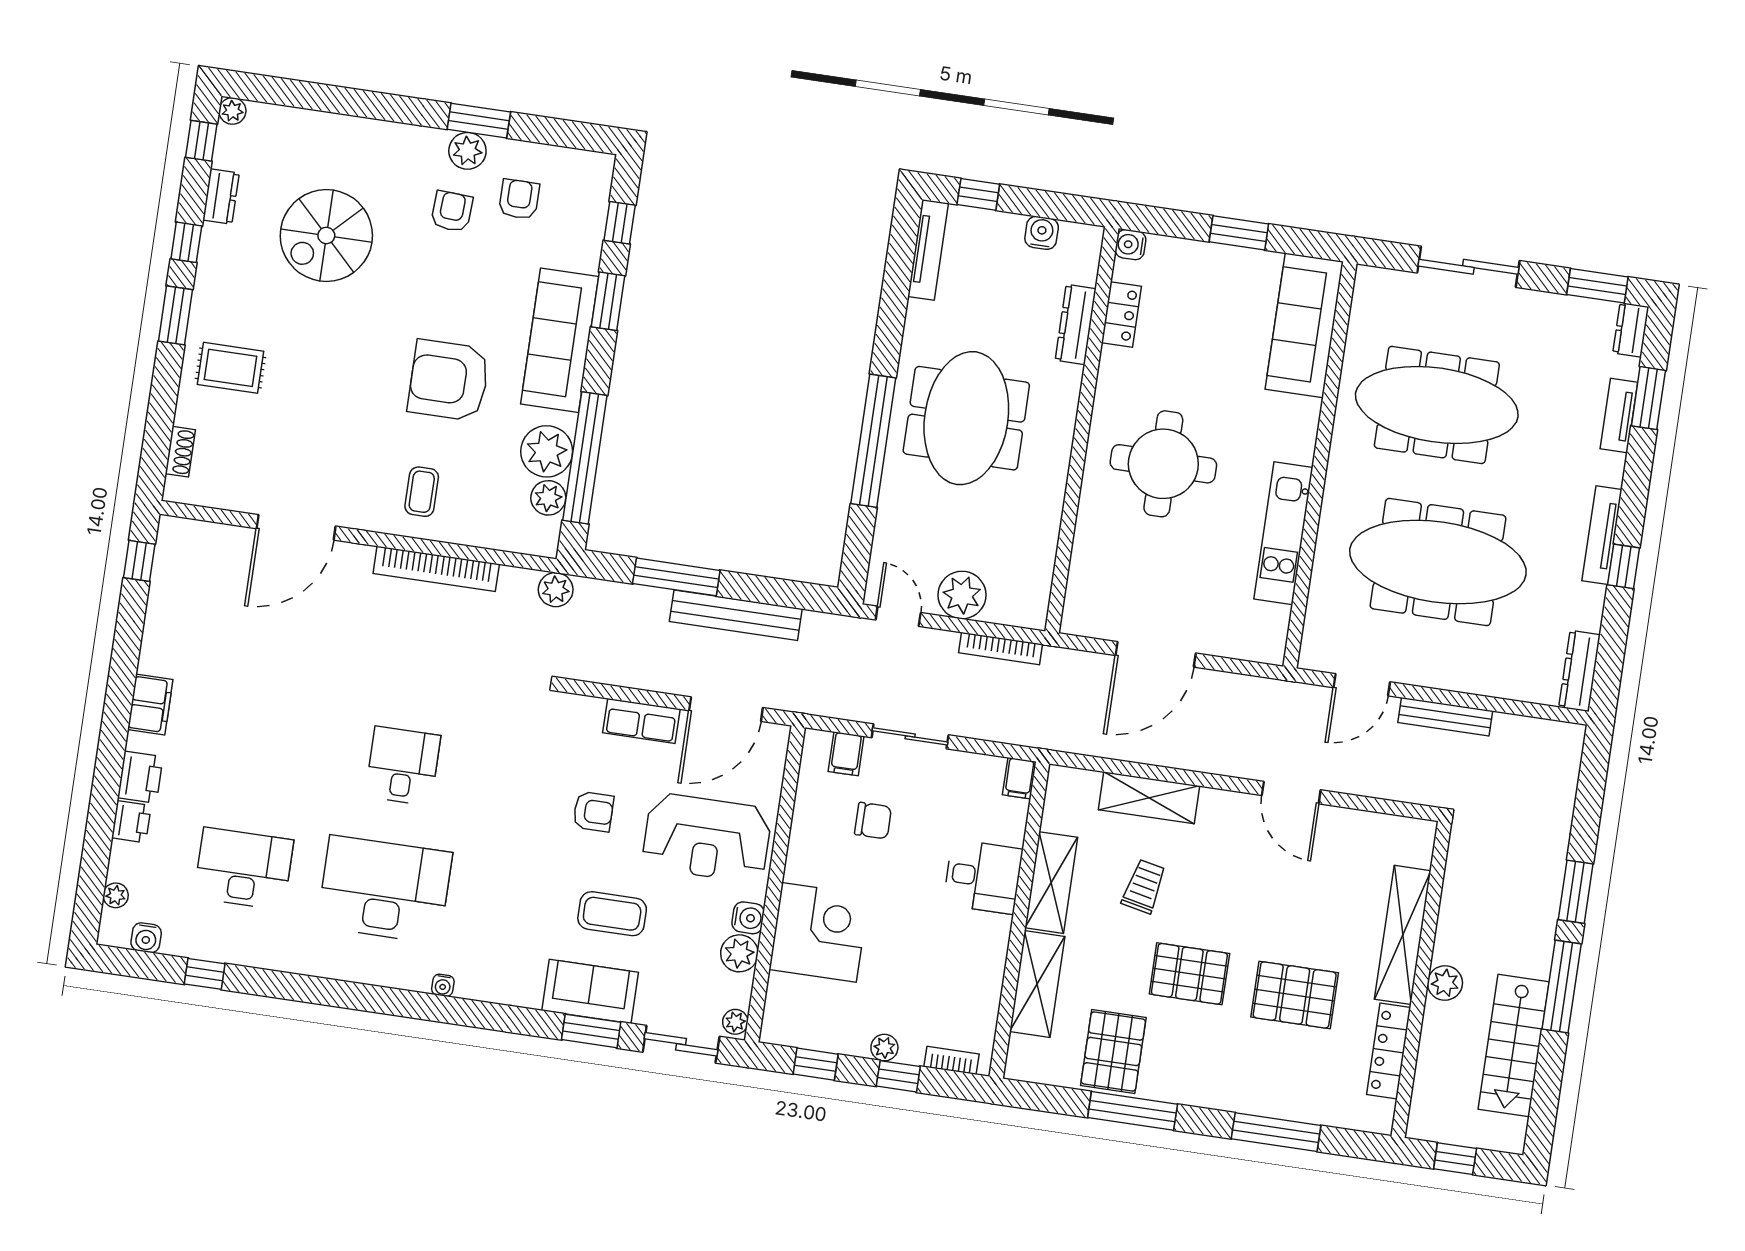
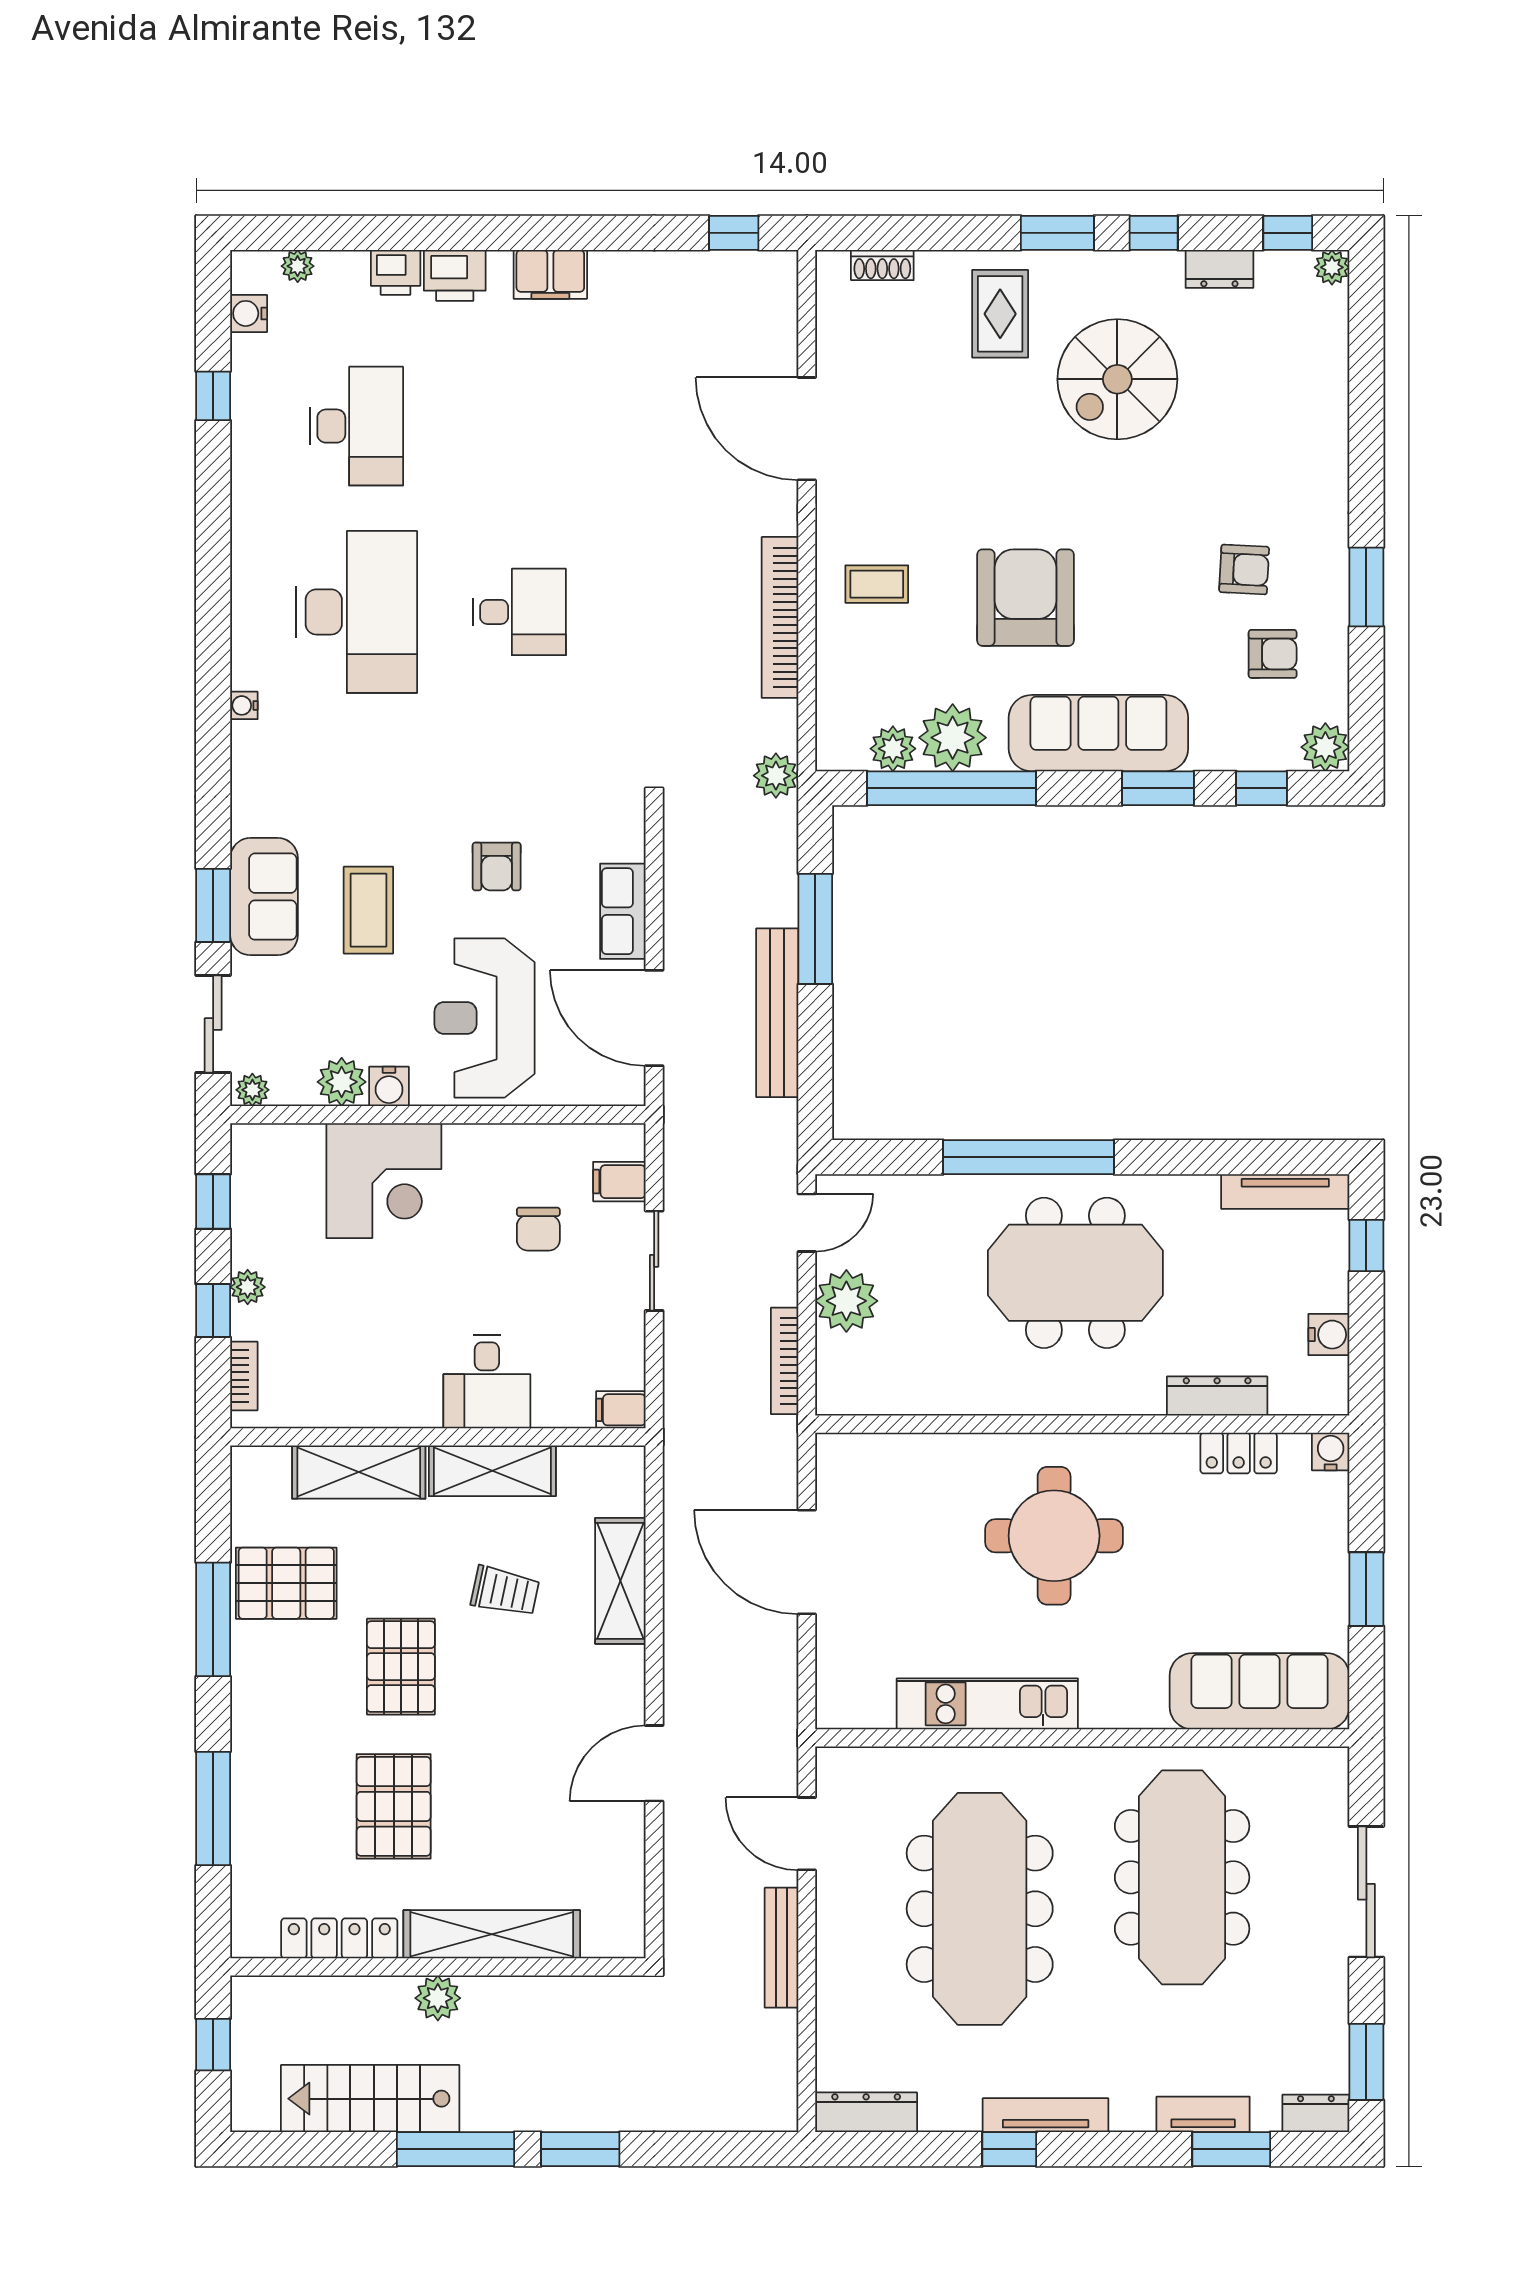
plant: (467, 151) -> (1325, 747), moved
spiral stairs: (326, 235) -> (1117, 379), moved, turned -90

